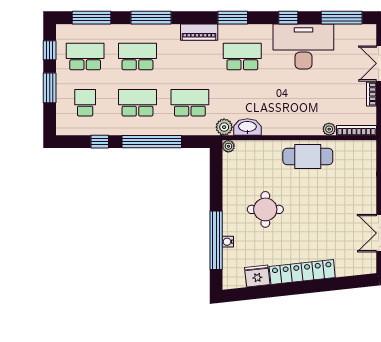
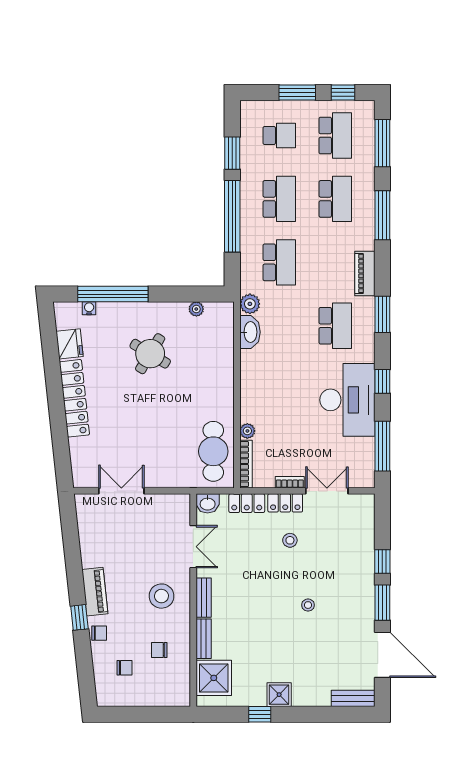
window: (100, 142) -> (232, 153), width x1.50
plant: (228, 146) -> (196, 309), moved
cafe table: (308, 156) -> (213, 451), moved
round table: (265, 209) -> (150, 354), turned 31
water cooler: (228, 242) -> (89, 308), moved

